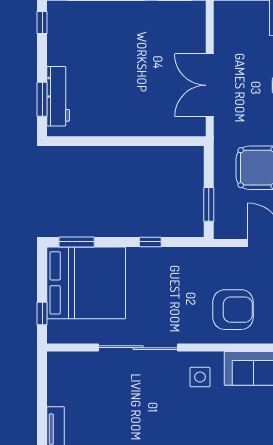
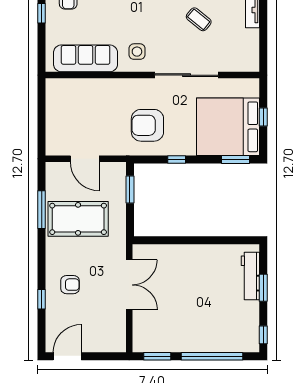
window: (42, 99) -> (263, 288), moved
armchair: (233, 310) -> (147, 125), moved
window: (42, 313) -> (263, 117), moved
coffee table: (123, 417) -> (199, 19), added

